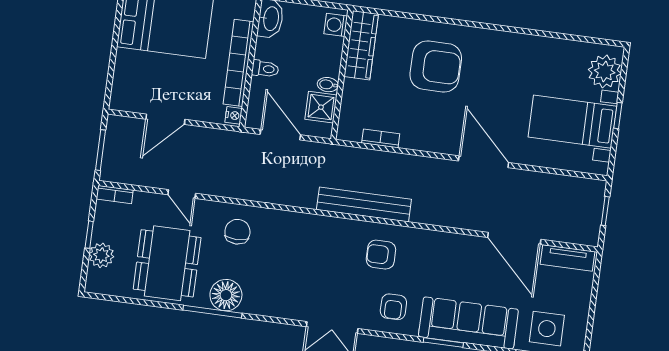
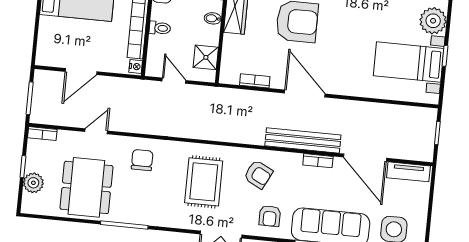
bidet: (328, 85) -> (213, 18), moved
door: (280, 135) -> (174, 81), width x0.73
door: (484, 162) -> (305, 94), moved
door: (182, 194) -> (96, 131), swing flipped
bench: (364, 204) -> (303, 140), moved
bookcase: (456, 240) -> (318, 161), added
armchair: (381, 255) -> (258, 174), turned -153
rug: (313, 262) -> (204, 182), added
floor lamp: (226, 295) -> (135, 211), removed

